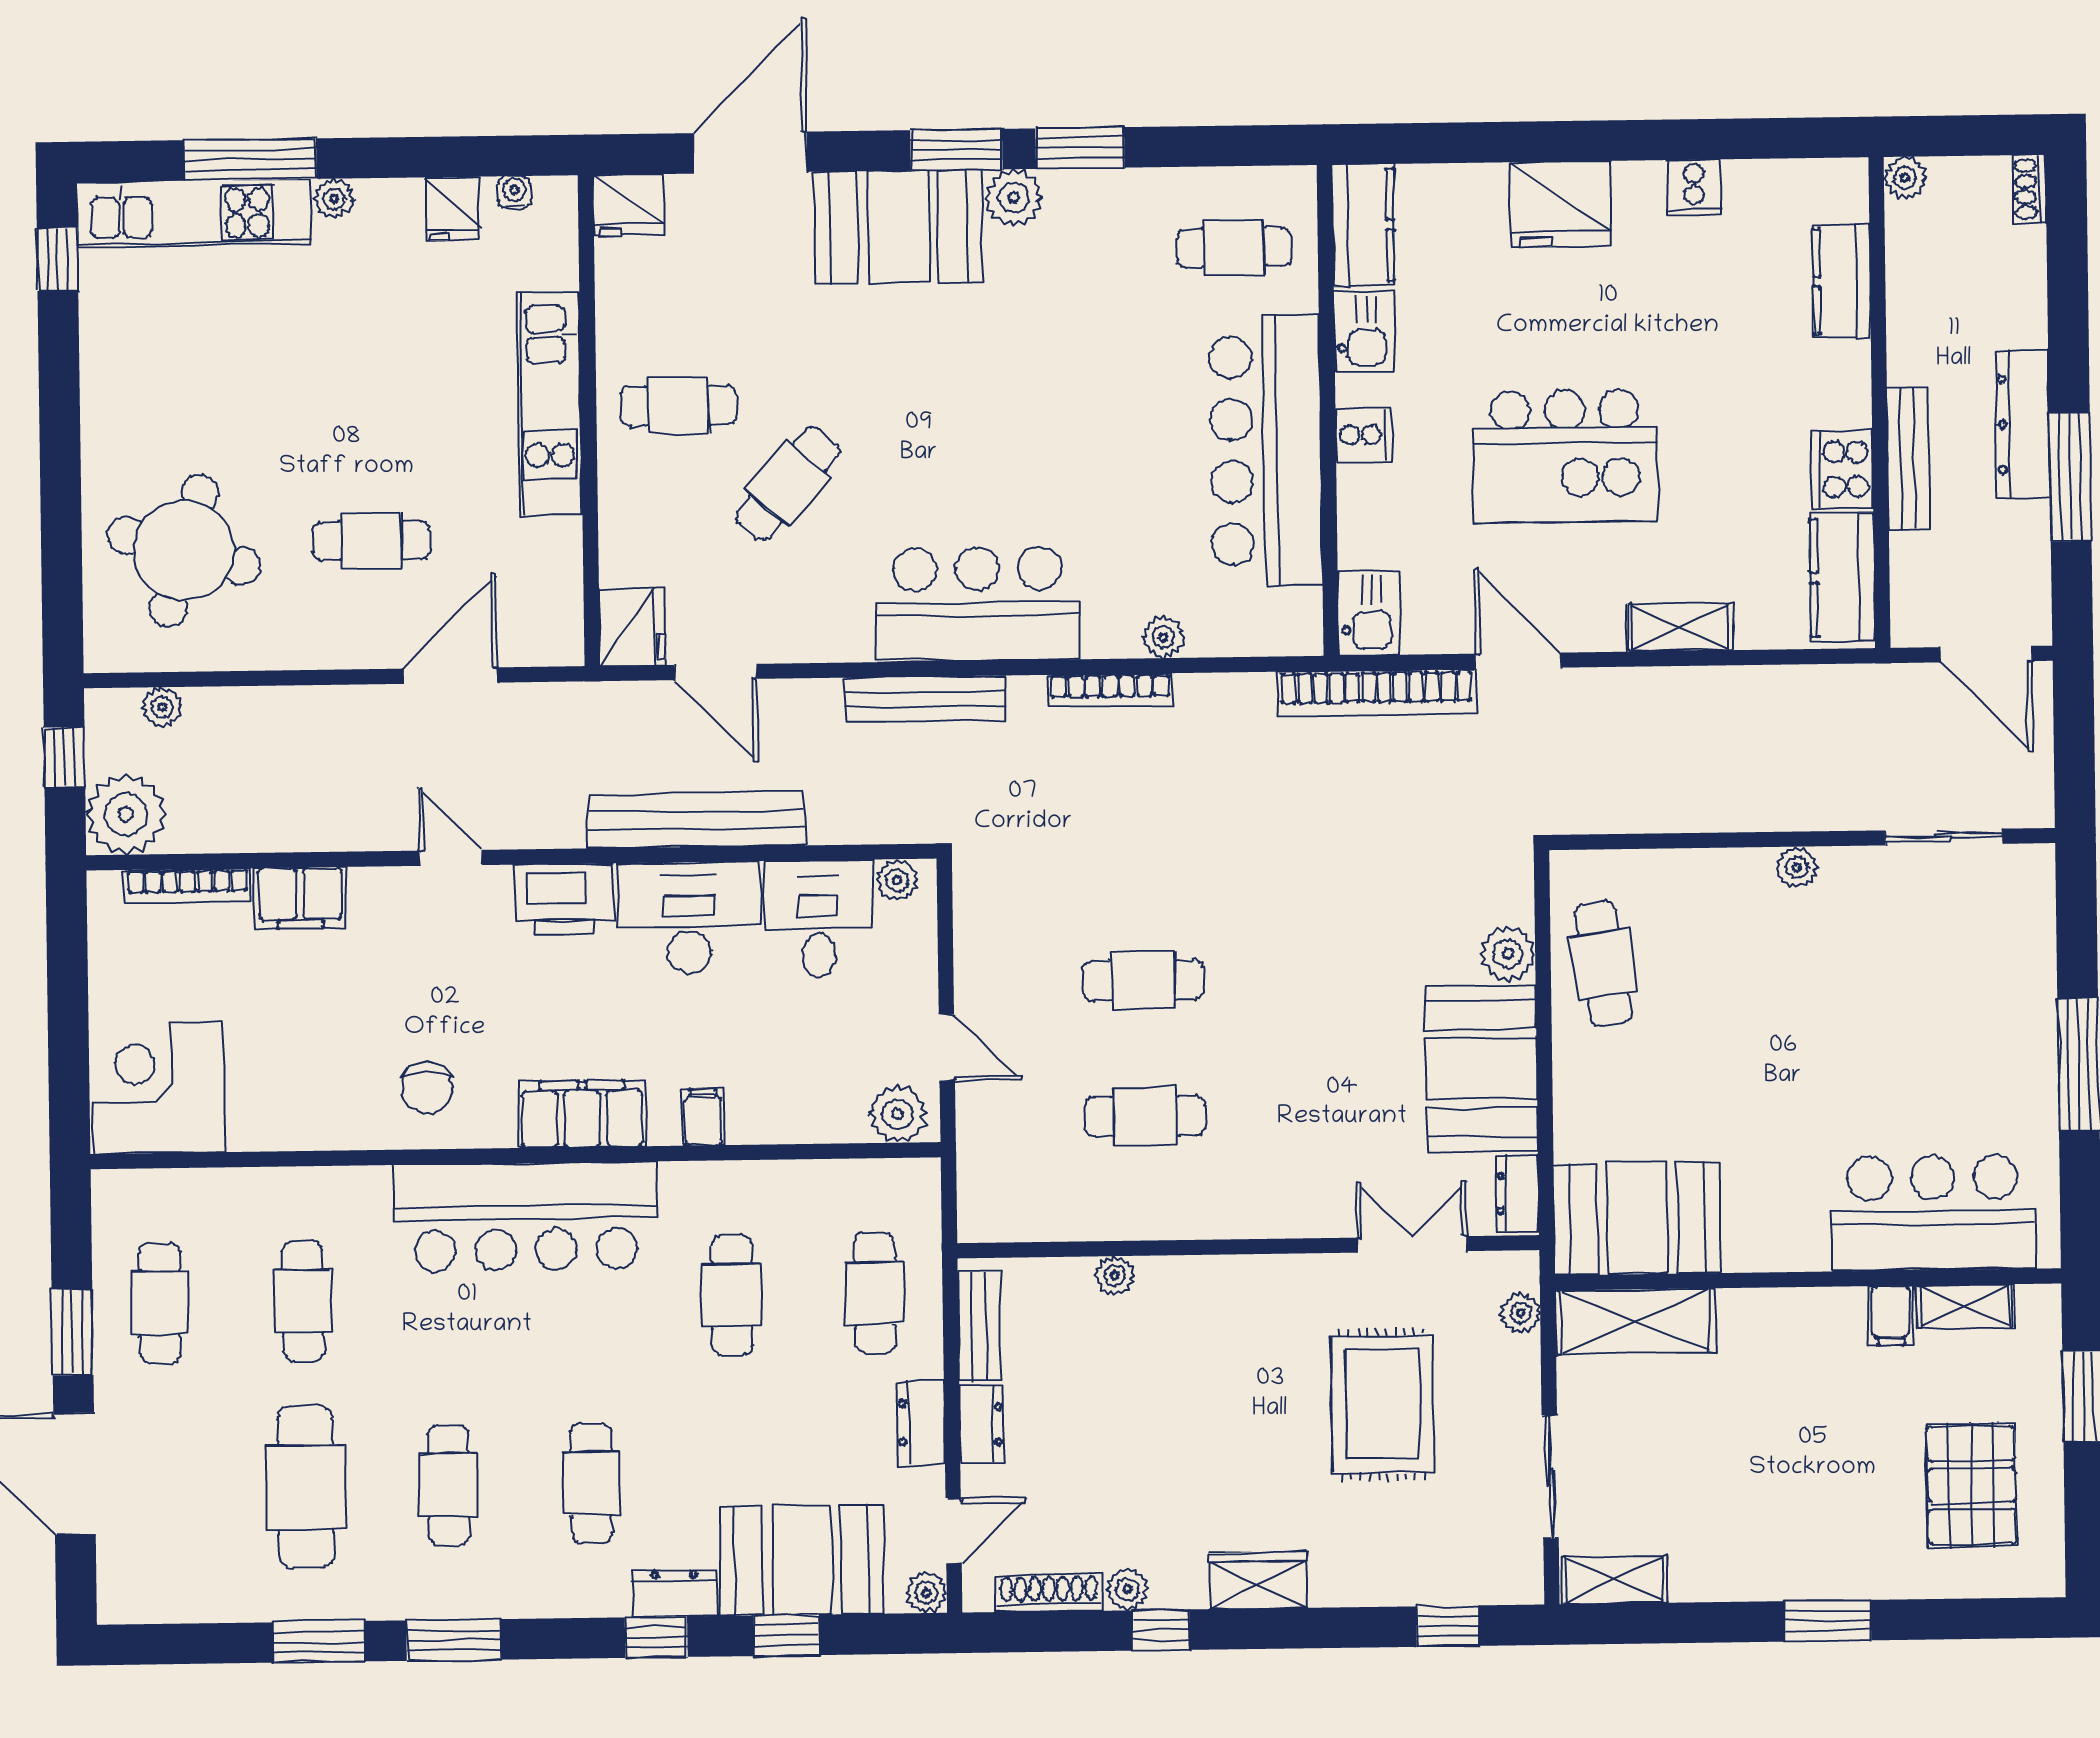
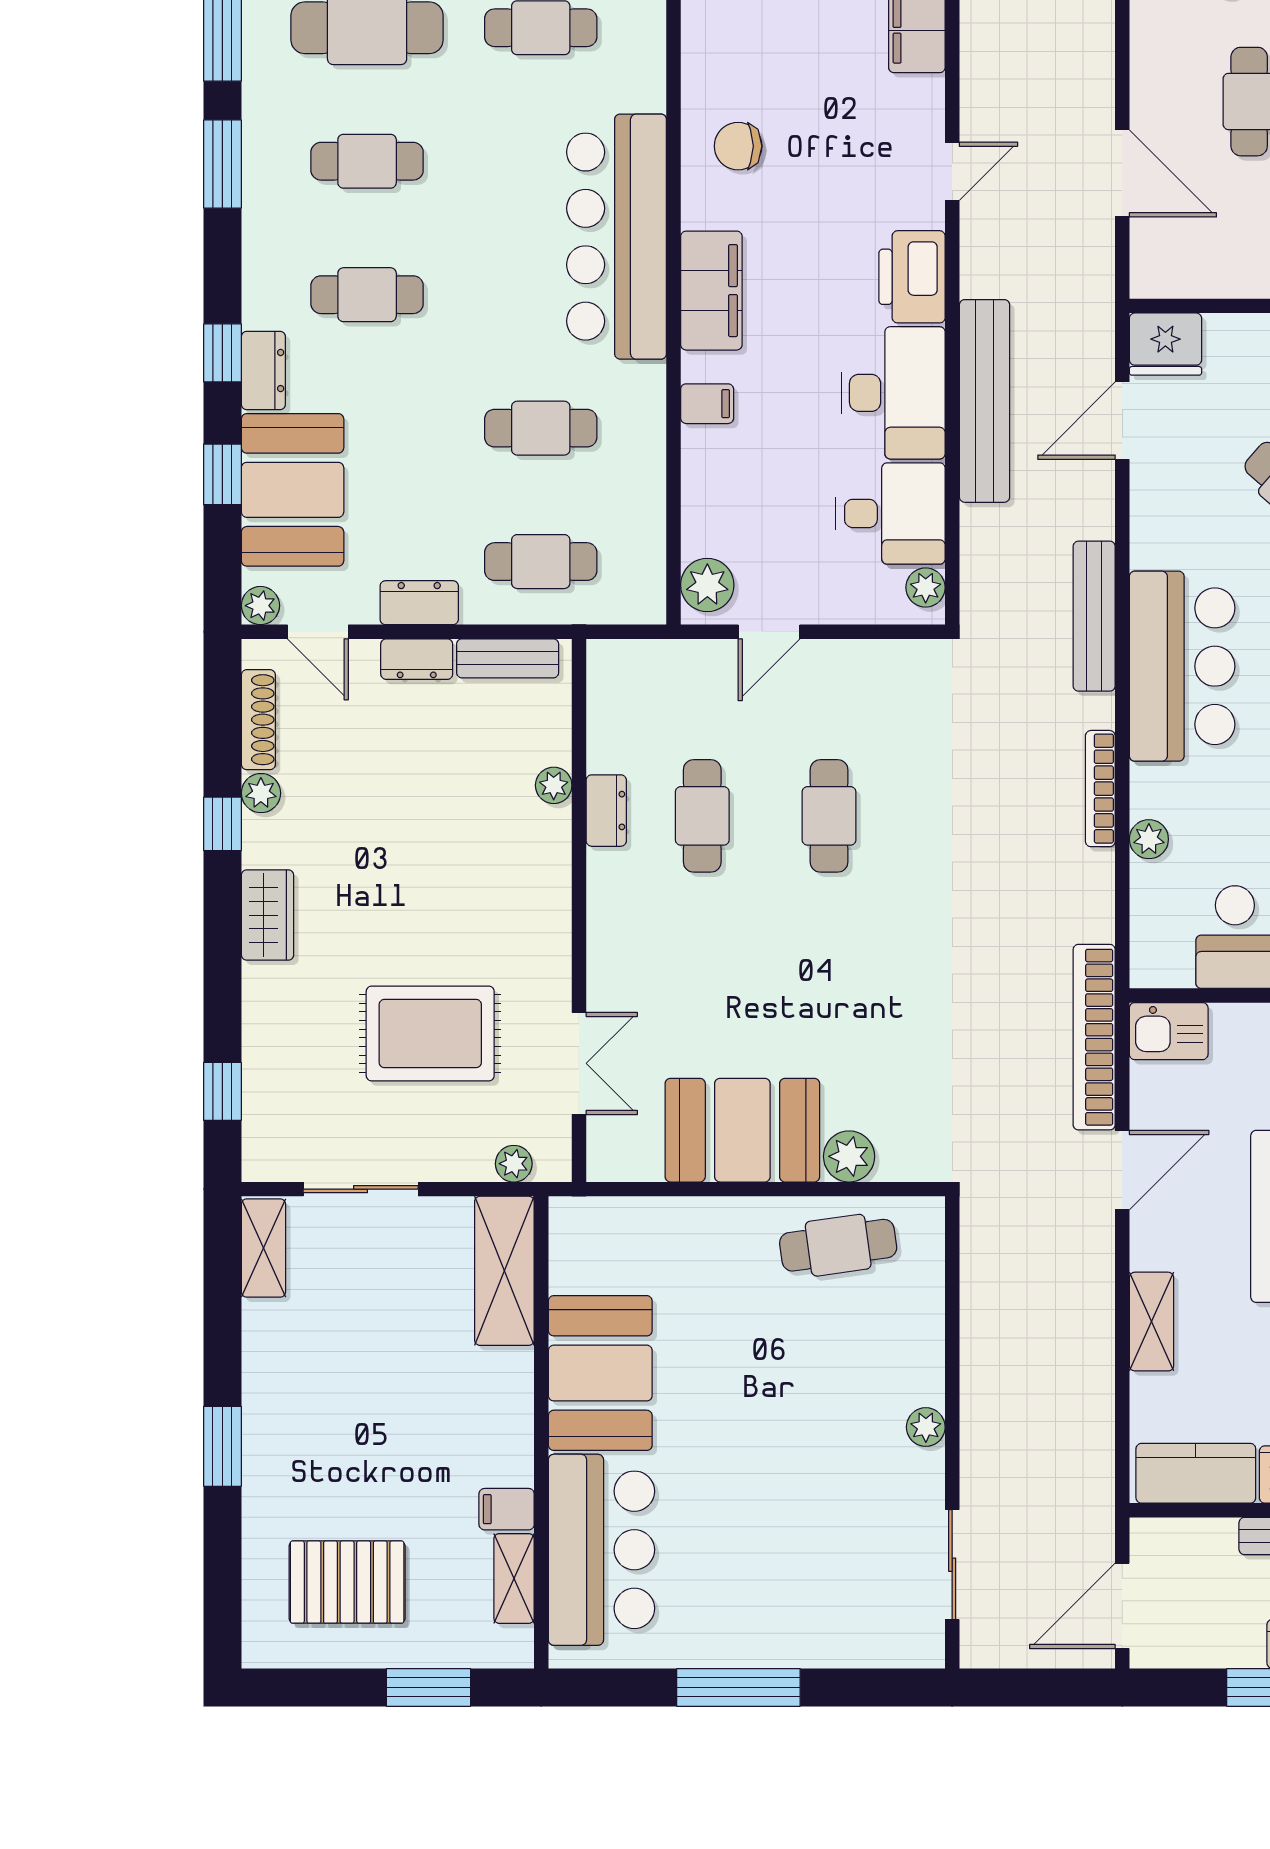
dresser: (1517, 1193) -> (606, 811), moved, turned 90
booth: (1637, 1218) -> (600, 1373), moved

